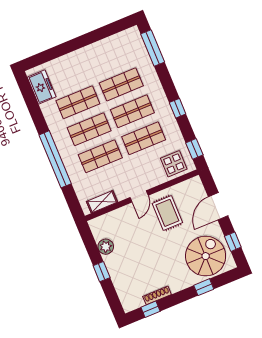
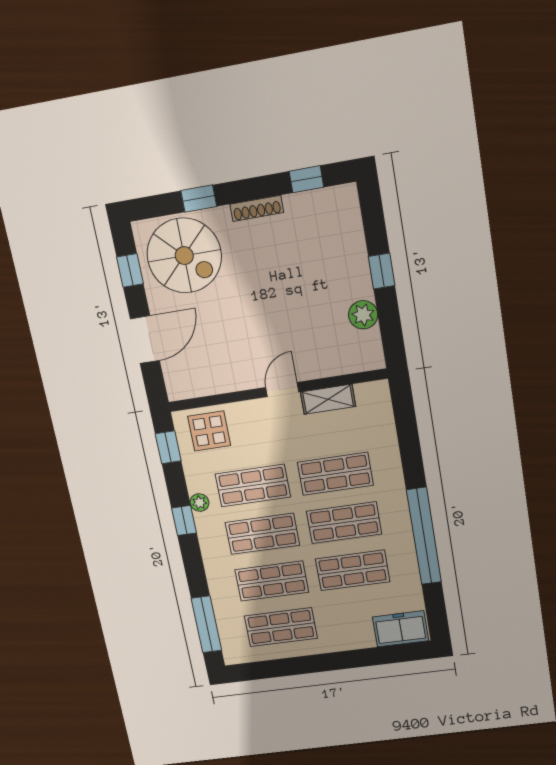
shop shelf: (110, 57) -> (281, 627), added
freezer: (42, 87) -> (401, 629), moved, turned 90
plant: (171, 121) -> (199, 503), added
window: (55, 159) -> (424, 536), moved
shelving: (102, 202) -> (328, 399), moved
rug: (167, 213) -> (238, 349), removed
spiral stairs: (206, 256) -> (184, 256), turned -90
shoe rack: (157, 295) -> (257, 208), moved

